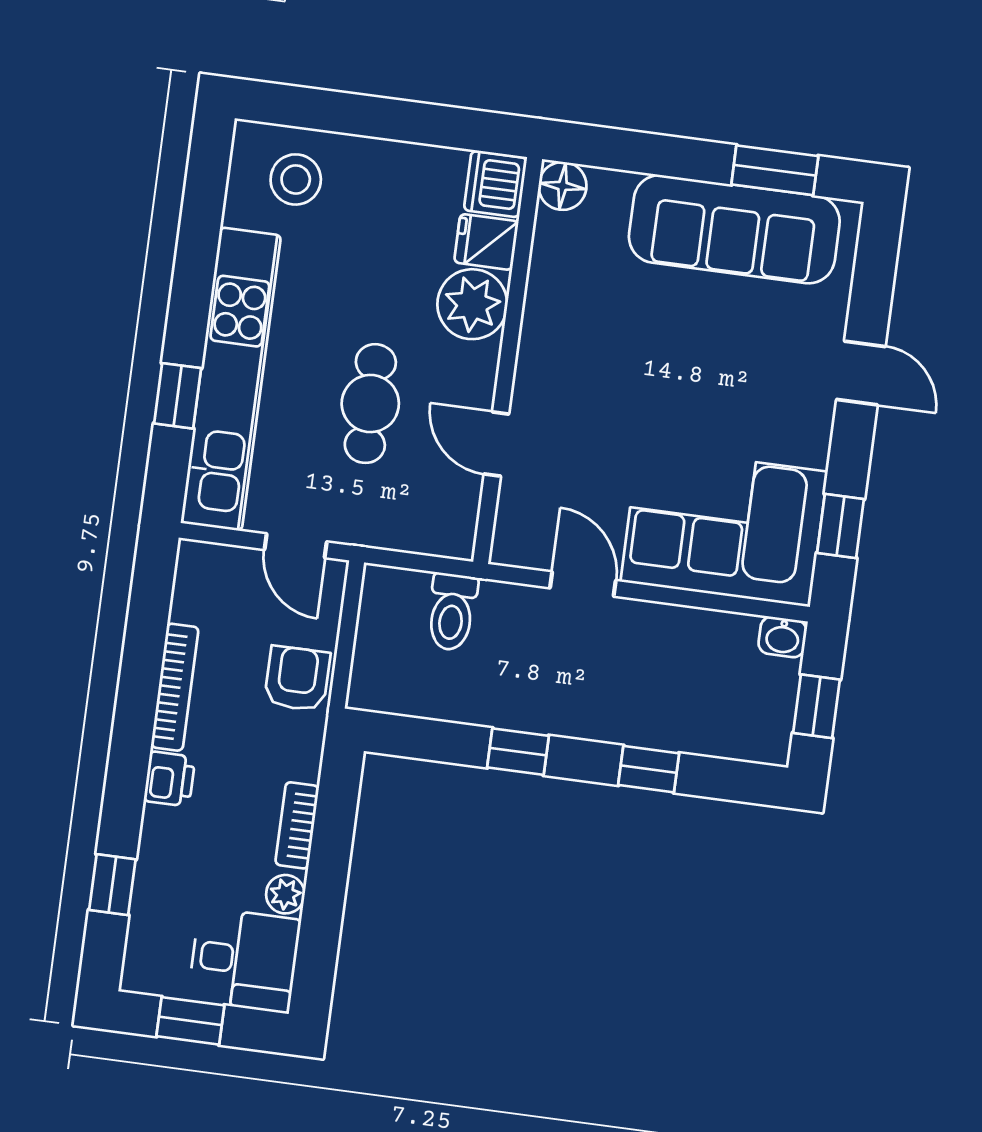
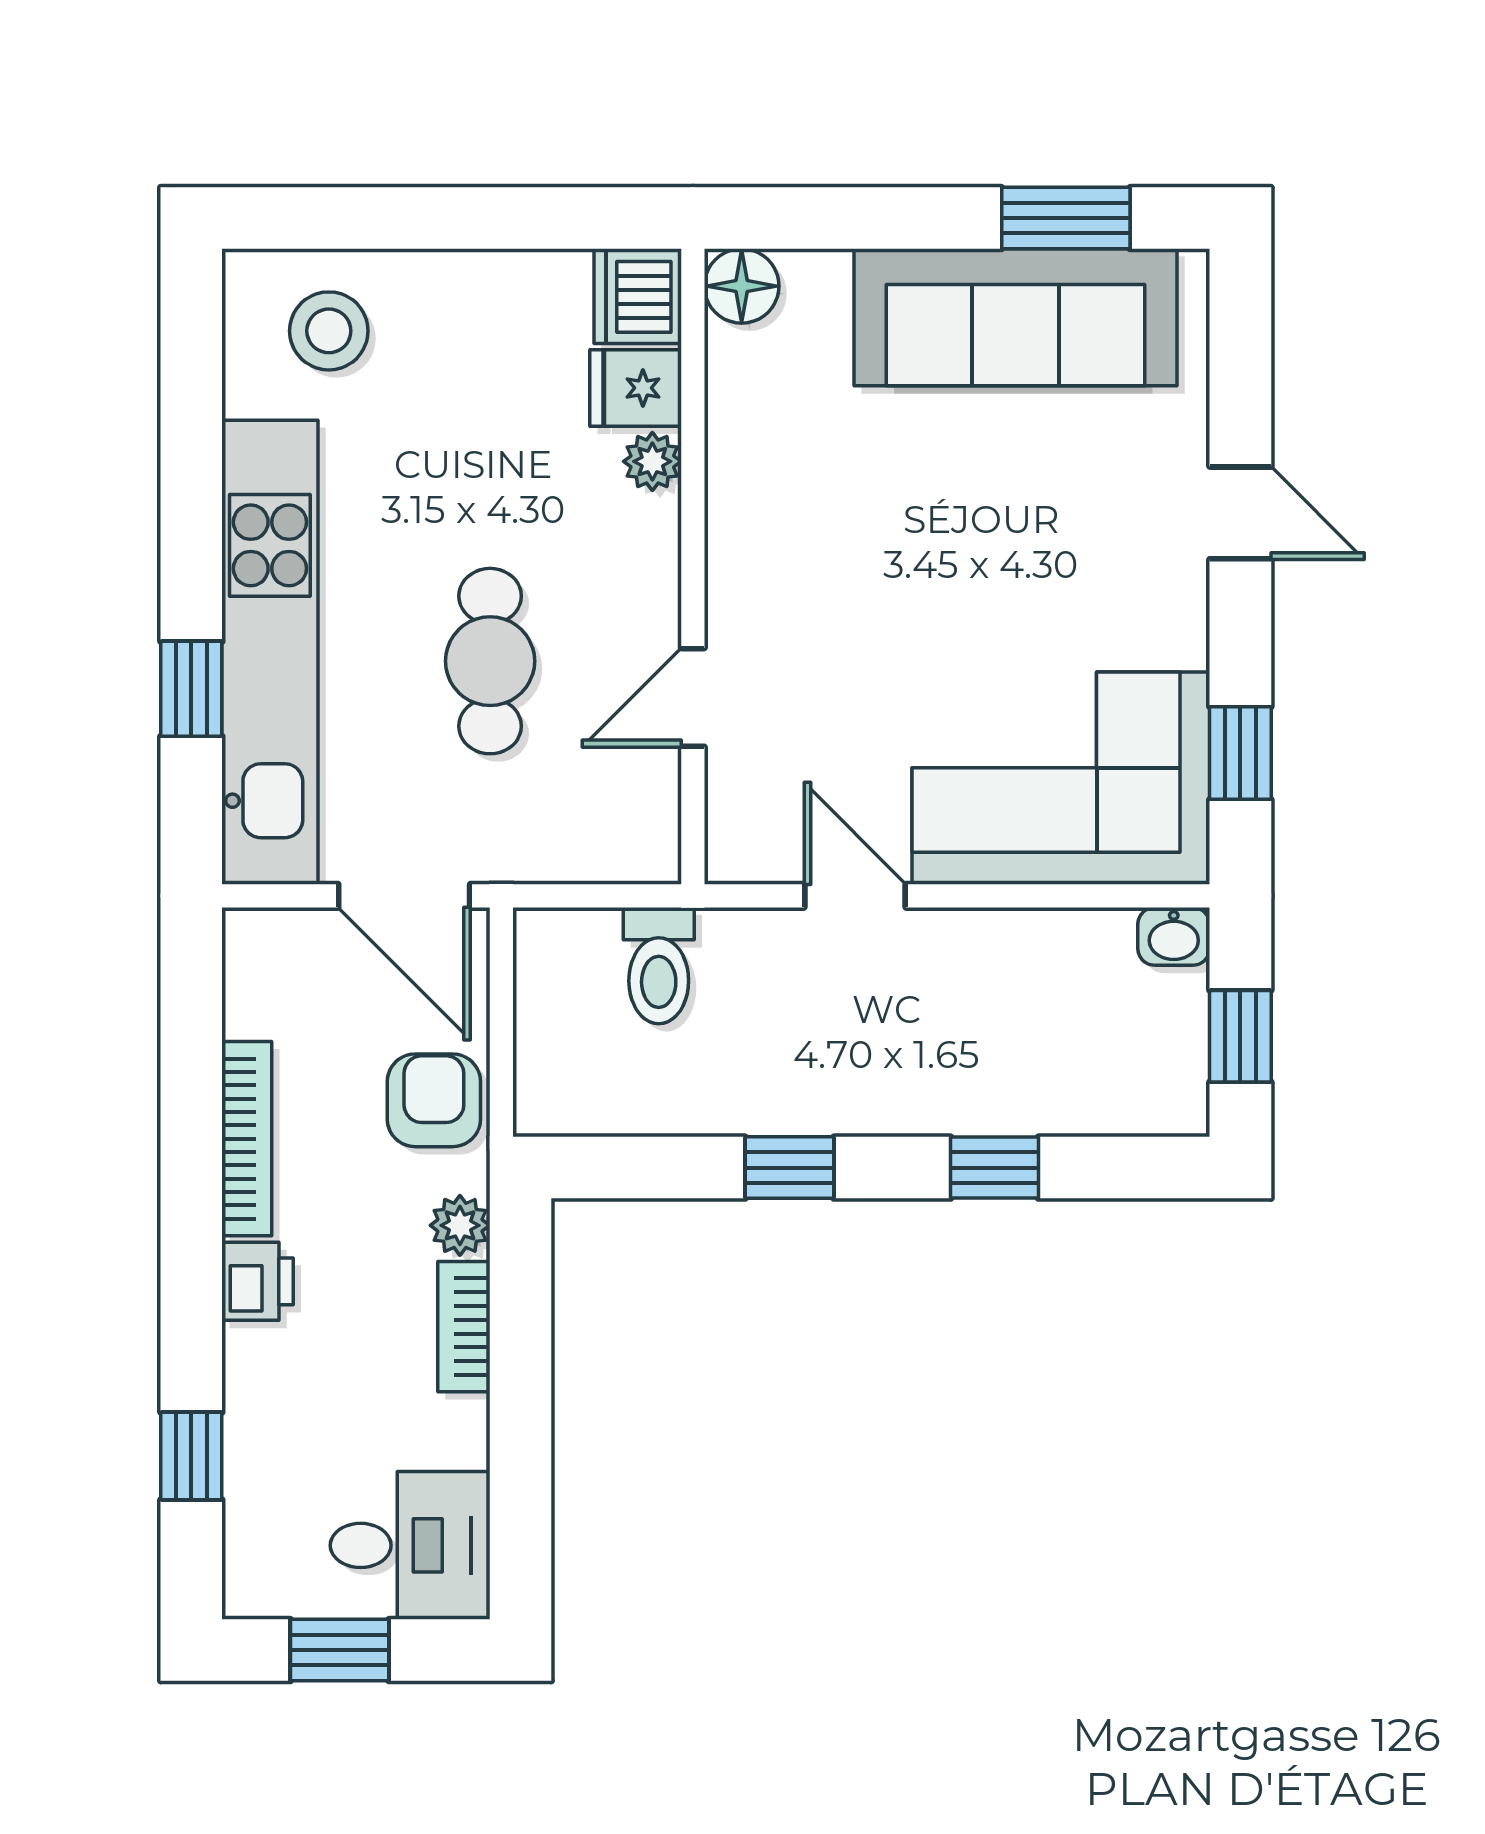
plant: (472, 304) -> (652, 461), width x0.53, depth x0.53
door: (496, 444) -> (693, 697), hinge flipped
door: (296, 546) -> (404, 896), width x1.38
plant: (285, 894) -> (460, 1225), moved

